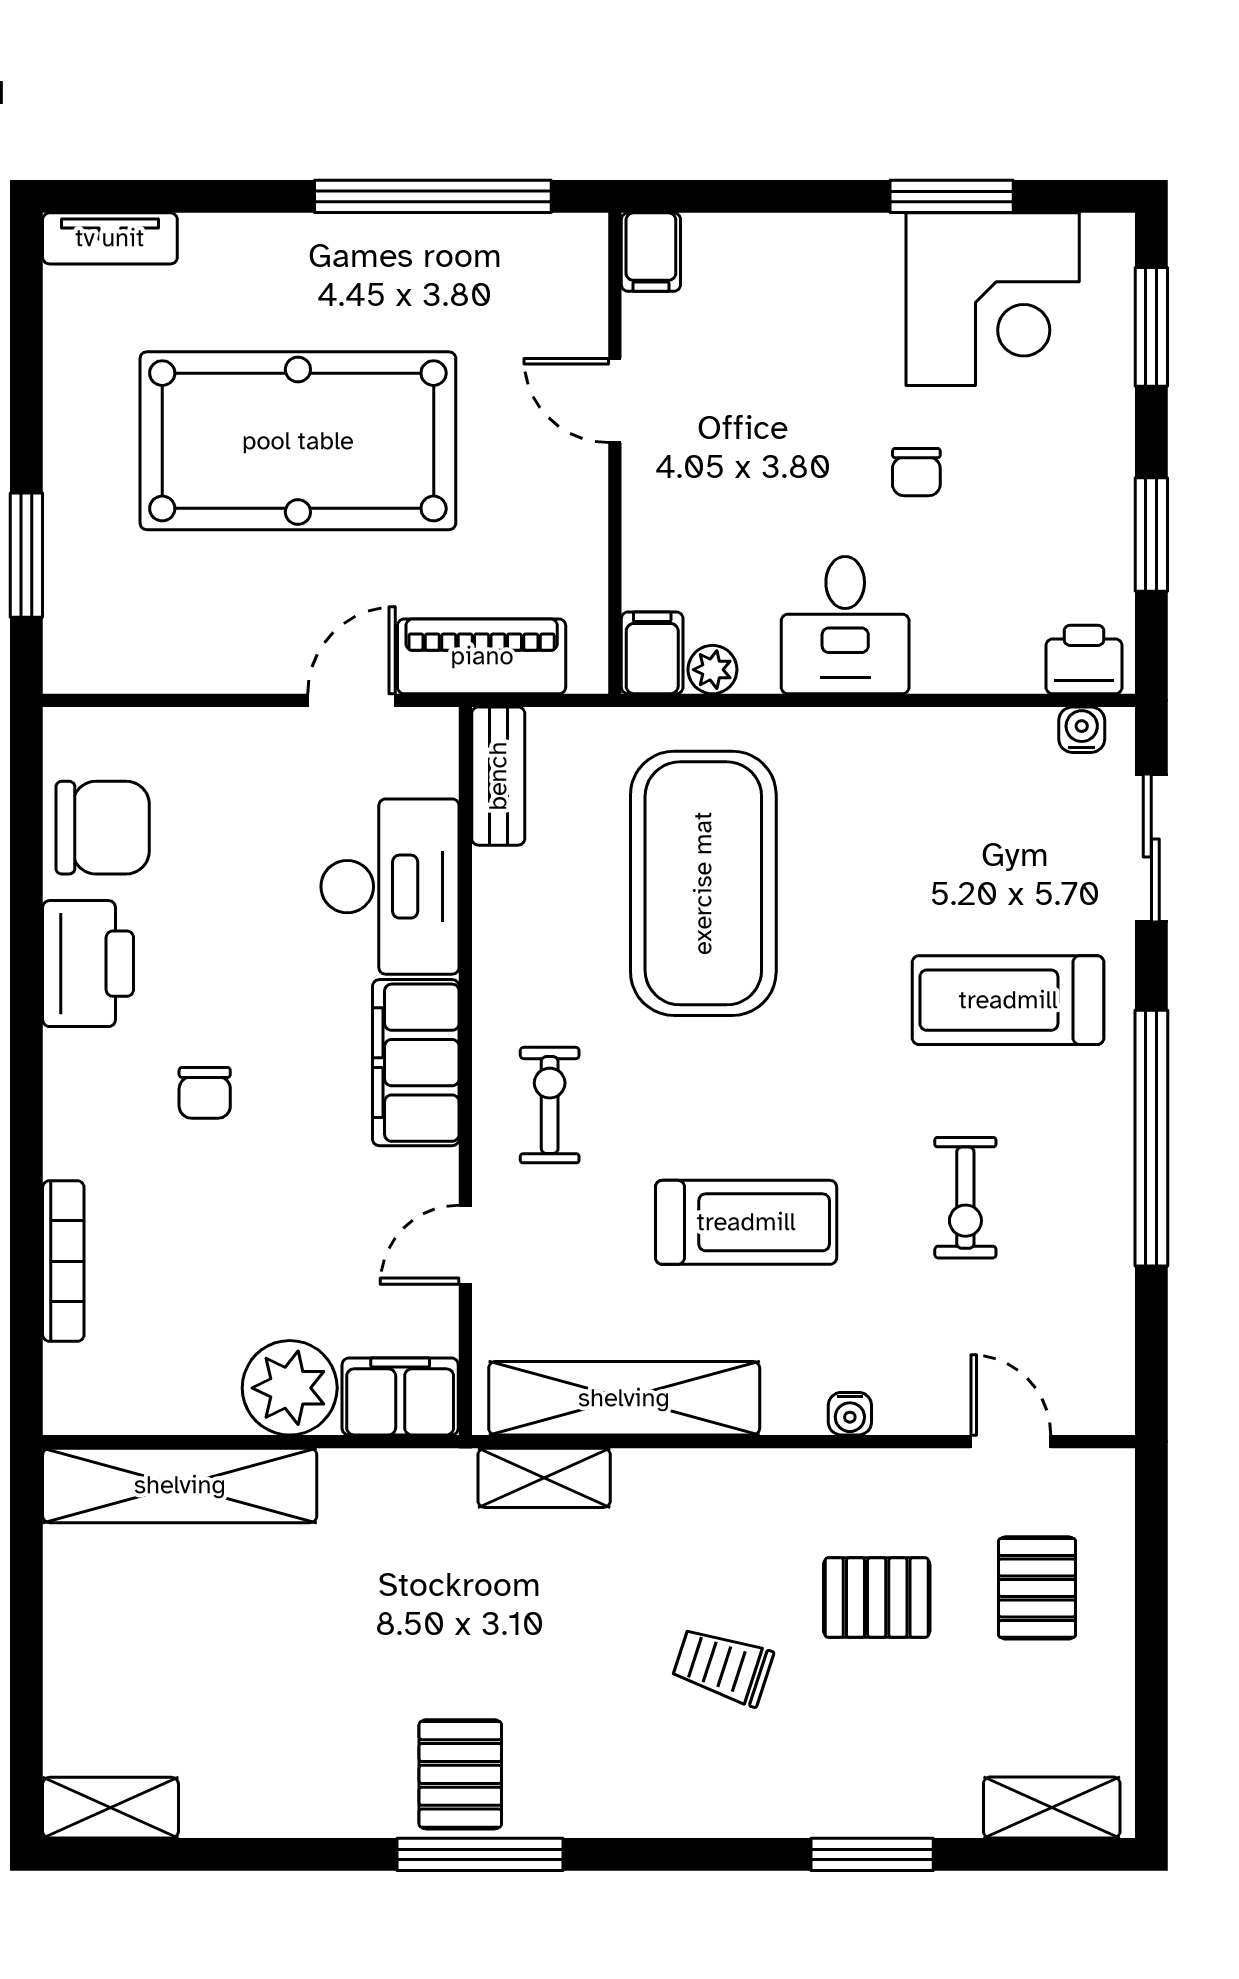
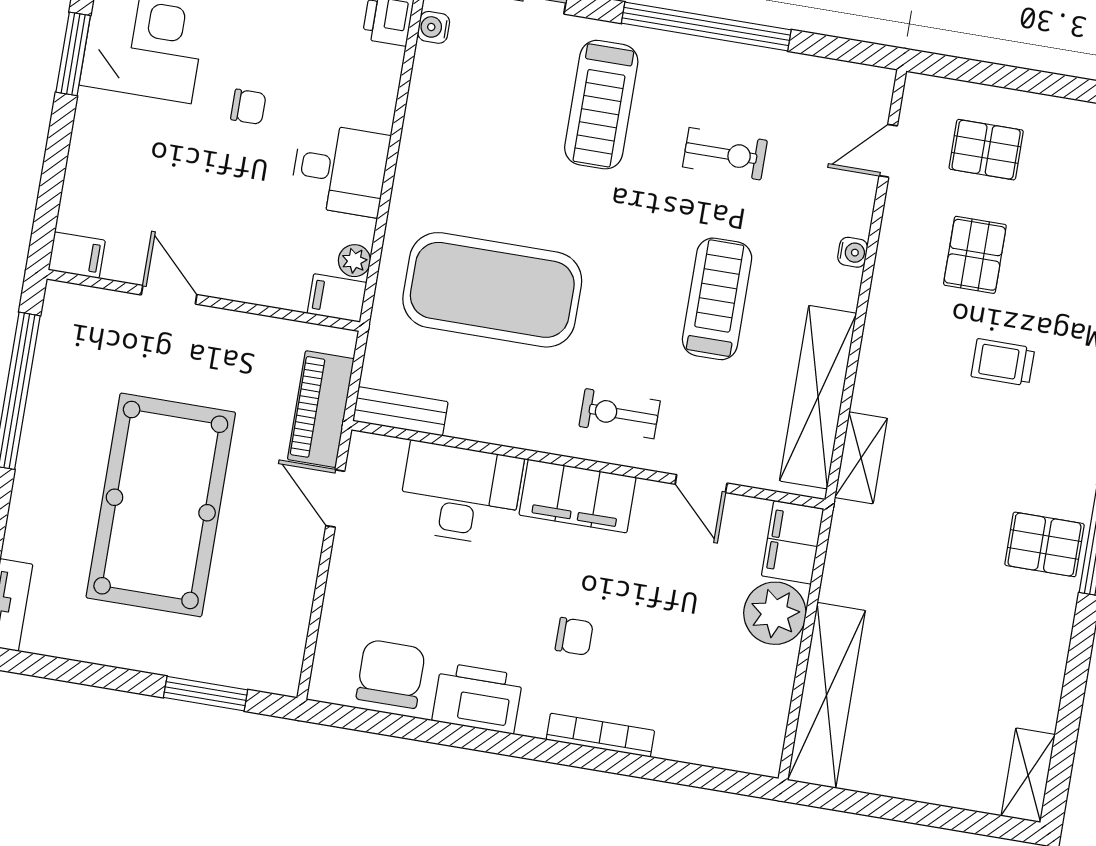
door: (615, 401) -> (169, 295), swing flipped
bookcase: (63, 1261) -> (600, 735), moved
trolley: (723, 1666) -> (1003, 362), turned 72

